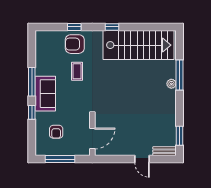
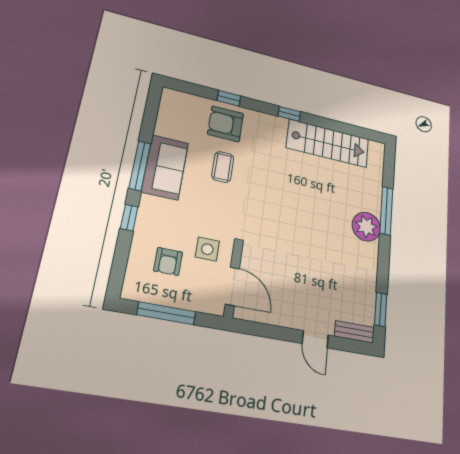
stairs: (139, 45) -> (328, 143), width x0.73, depth x0.66
plant: (171, 84) -> (366, 227), width x1.87, depth x1.87
sofa: (45, 94) -> (165, 167), moved
side table: (76, 121) -> (207, 249), added
door: (92, 139) -> (232, 286), hinge flipped

